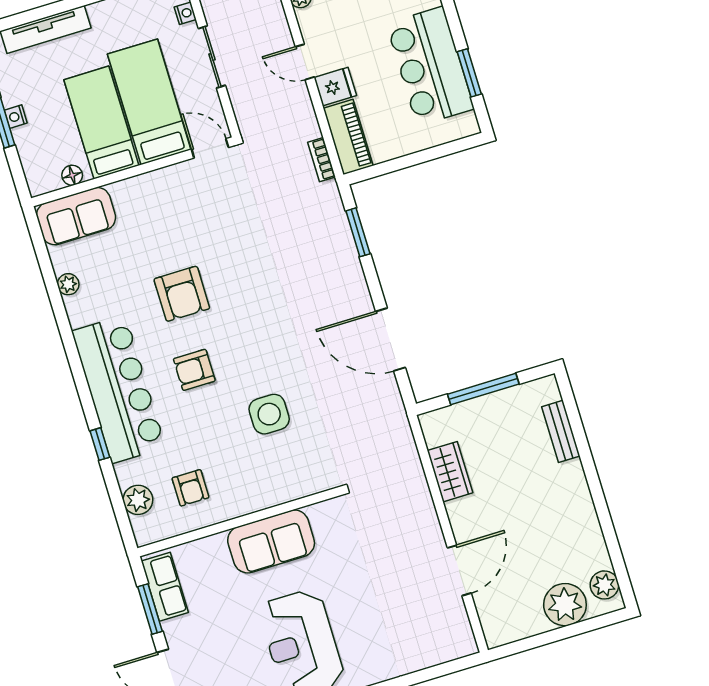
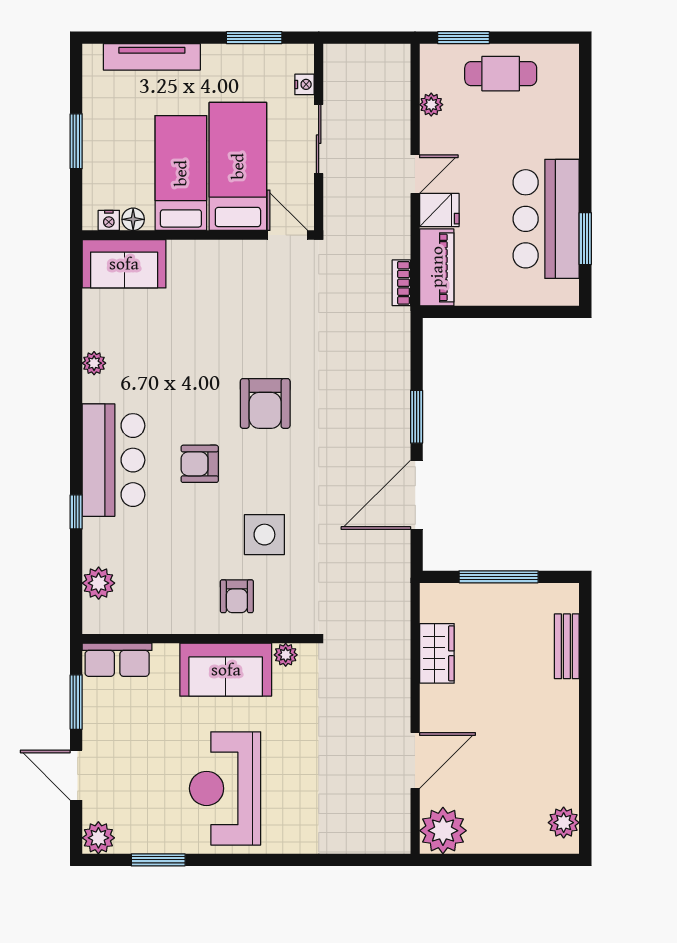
door: (305, 62) -> (415, 174), swing flipped
nightstand: (16, 117) -> (109, 220), moved, turned -90
window: (358, 232) -> (417, 417), moved
plant: (68, 284) -> (94, 363), moved
armchair: (182, 294) -> (265, 403), moved
door: (391, 340) -> (417, 495), hinge flipped
bar counter: (119, 389) -> (114, 460), width x0.73
armchair: (191, 488) -> (237, 596), moved
plant: (319, 513) -> (286, 655), added
row of seats: (165, 587) -> (117, 660), moved, turned 90
plant: (565, 605) -> (443, 831), moved

